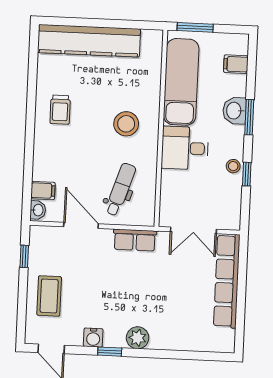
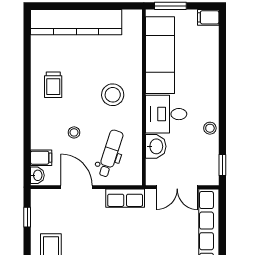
filing cabinet: (236, 64) -> (208, 17), moved
washbasin: (234, 111) -> (156, 146), moved, turned 180
window: (249, 117) -> (222, 84), removed
stool: (81, 164) -> (74, 132), added
window: (247, 174) -> (222, 165), moved

